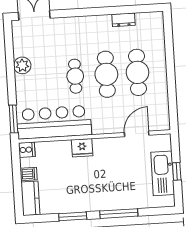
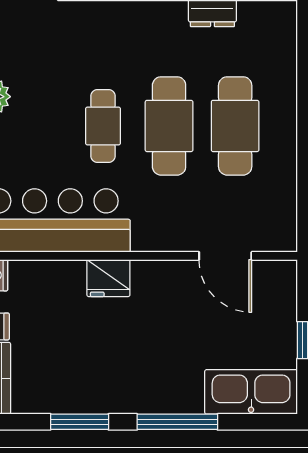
door: (137, 134) -> (225, 256), swing flipped
kitchen sink: (163, 173) -> (251, 392), moved, turned 90

